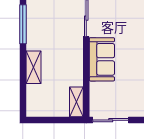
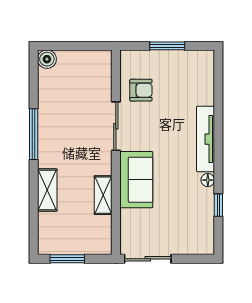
shelving: (76, 102) -> (103, 195), moved
window: (49, 120) -> (67, 259), added

